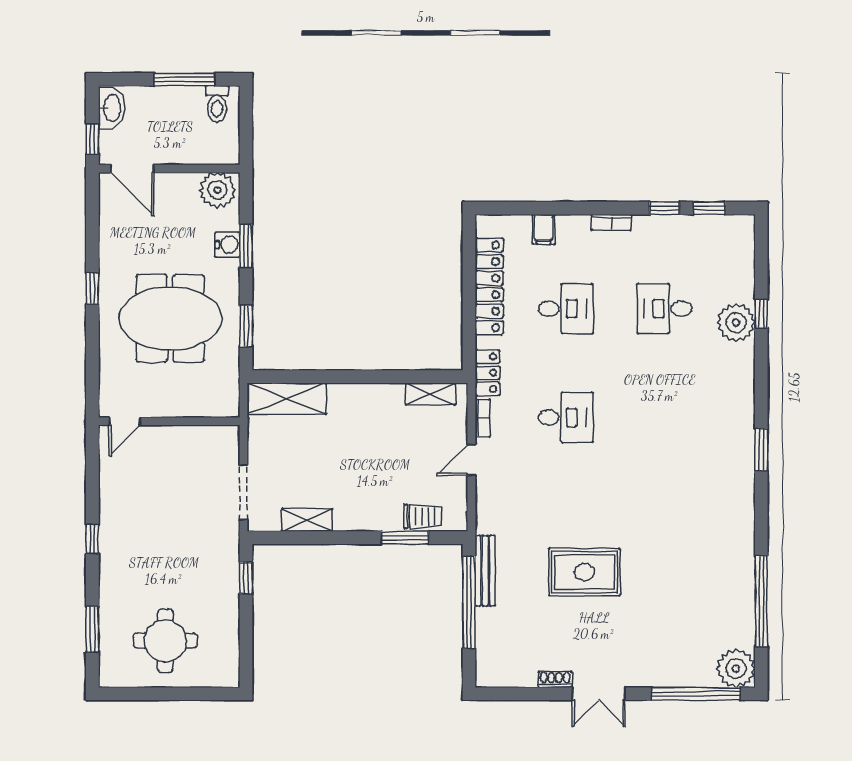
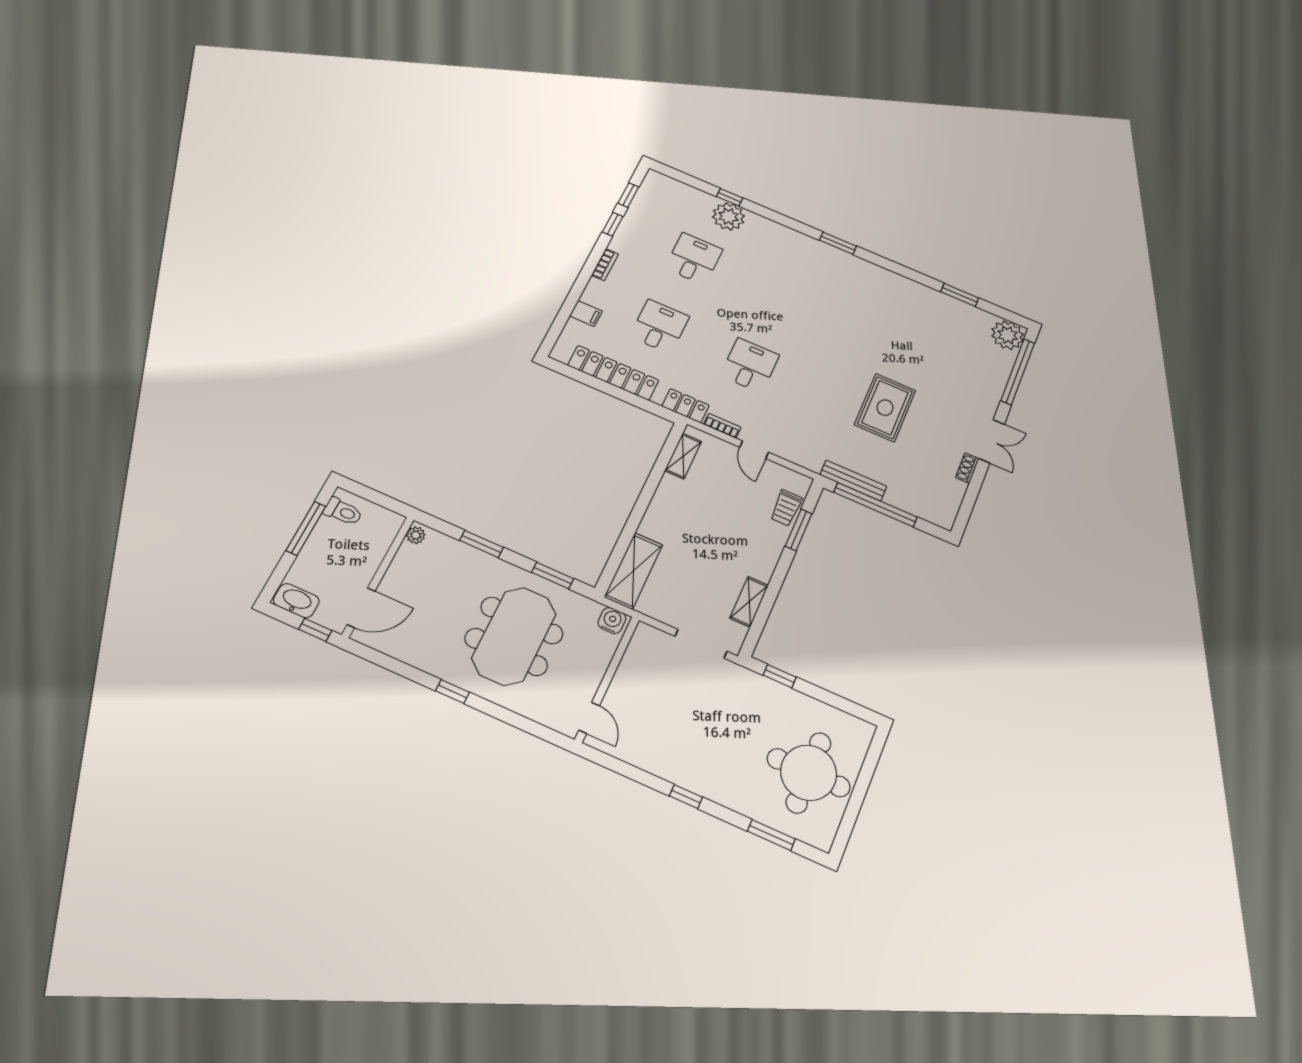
plant: (217, 190) -> (416, 535), width x0.53, depth x0.53
water cooler: (227, 245) -> (612, 621), moved
desk: (665, 309) -> (694, 259), turned 180
trolley: (423, 516) -> (786, 508), turned 180
window: (761, 601) -> (960, 295), width x0.47
round table: (165, 641) -> (809, 773), width x1.36, depth x1.36

